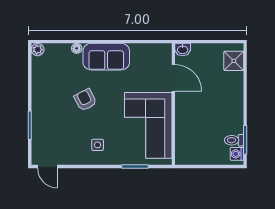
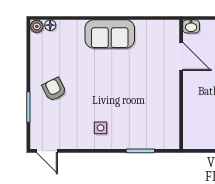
floor lamp: (77, 48) -> (50, 25), moved
armchair: (85, 100) -> (54, 89), moved
corner sofa: (148, 125) -> (154, 107), removed

